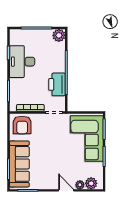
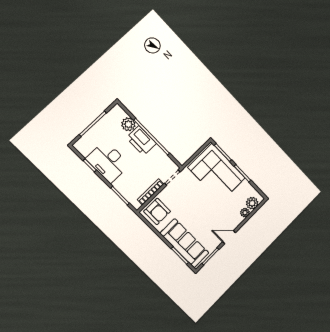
plant: (59, 35) -> (128, 124), moved
printer: (57, 84) -> (141, 141), moved
door: (66, 190) -> (229, 237), moved

